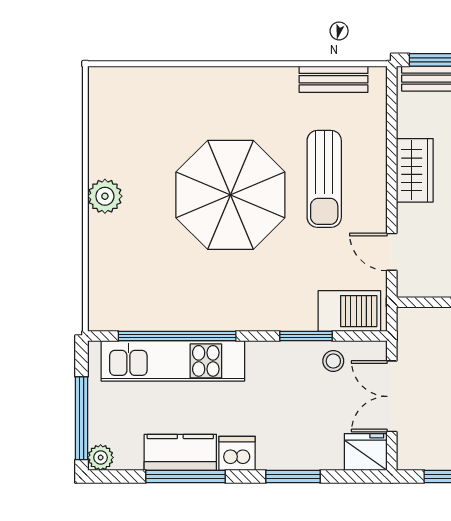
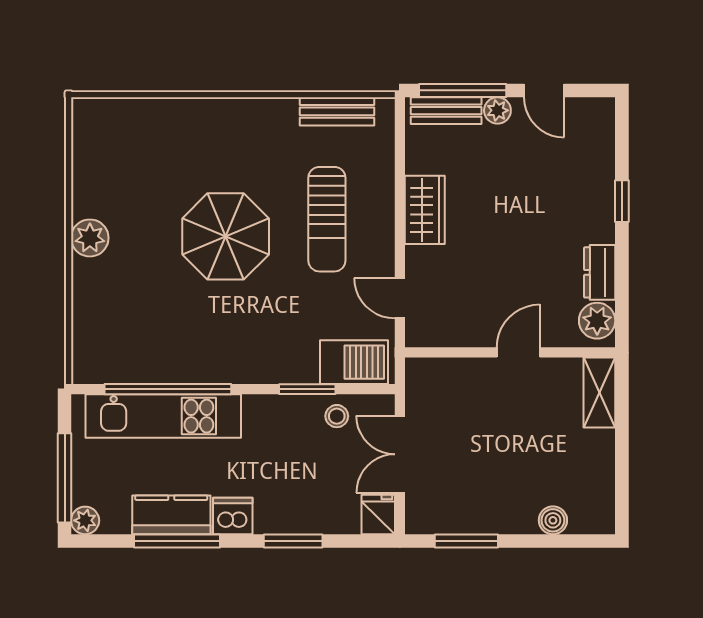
parasol: (230, 195) -> (226, 236), width x0.73, depth x0.73
fridge: (366, 452) -> (378, 514), width x0.72

